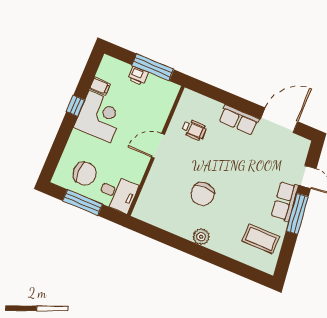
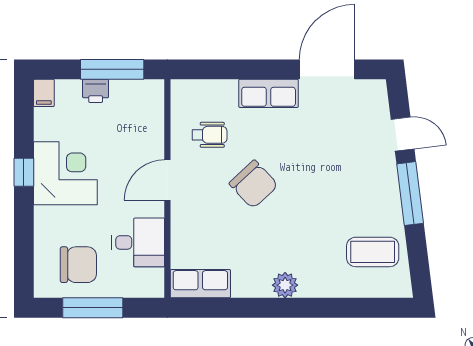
filing cabinet: (100, 86) -> (44, 93), moved, turned 90
desk: (118, 194) -> (138, 242), moved
chair: (203, 194) -> (254, 184), moved, turned -43
row of seats: (285, 201) -> (200, 284), moved, turned 97

